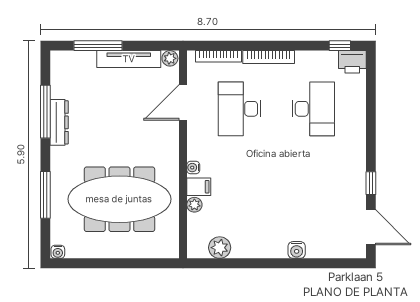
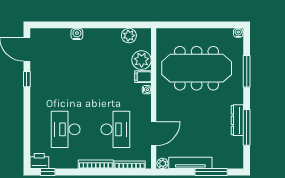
plant: (194, 205) -> (142, 60), width x1.87, depth x1.87

